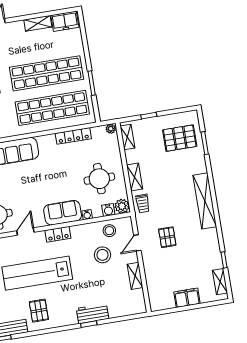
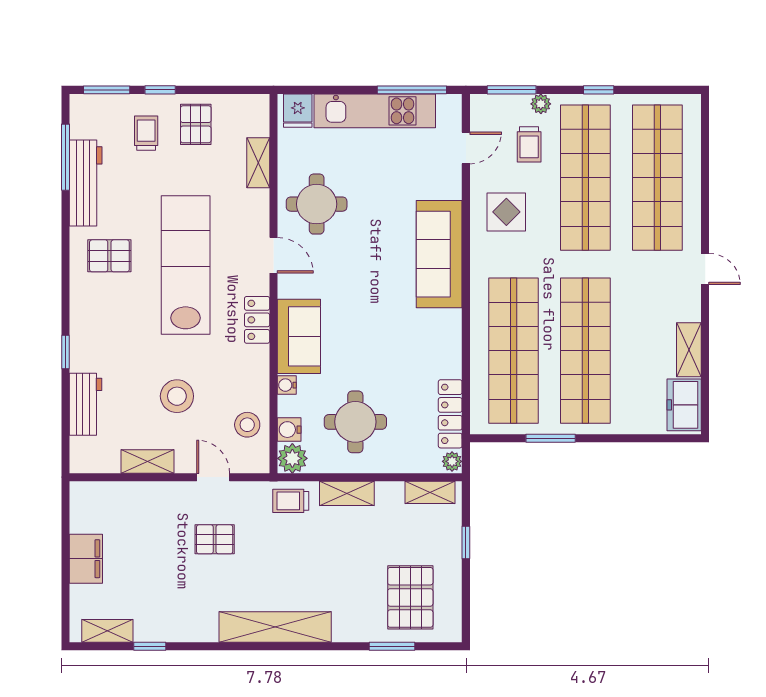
locker: (73, 136) -> (450, 414), moved
stool: (103, 255) -> (177, 396), moved
workbench: (93, 314) -> (86, 404), moved

